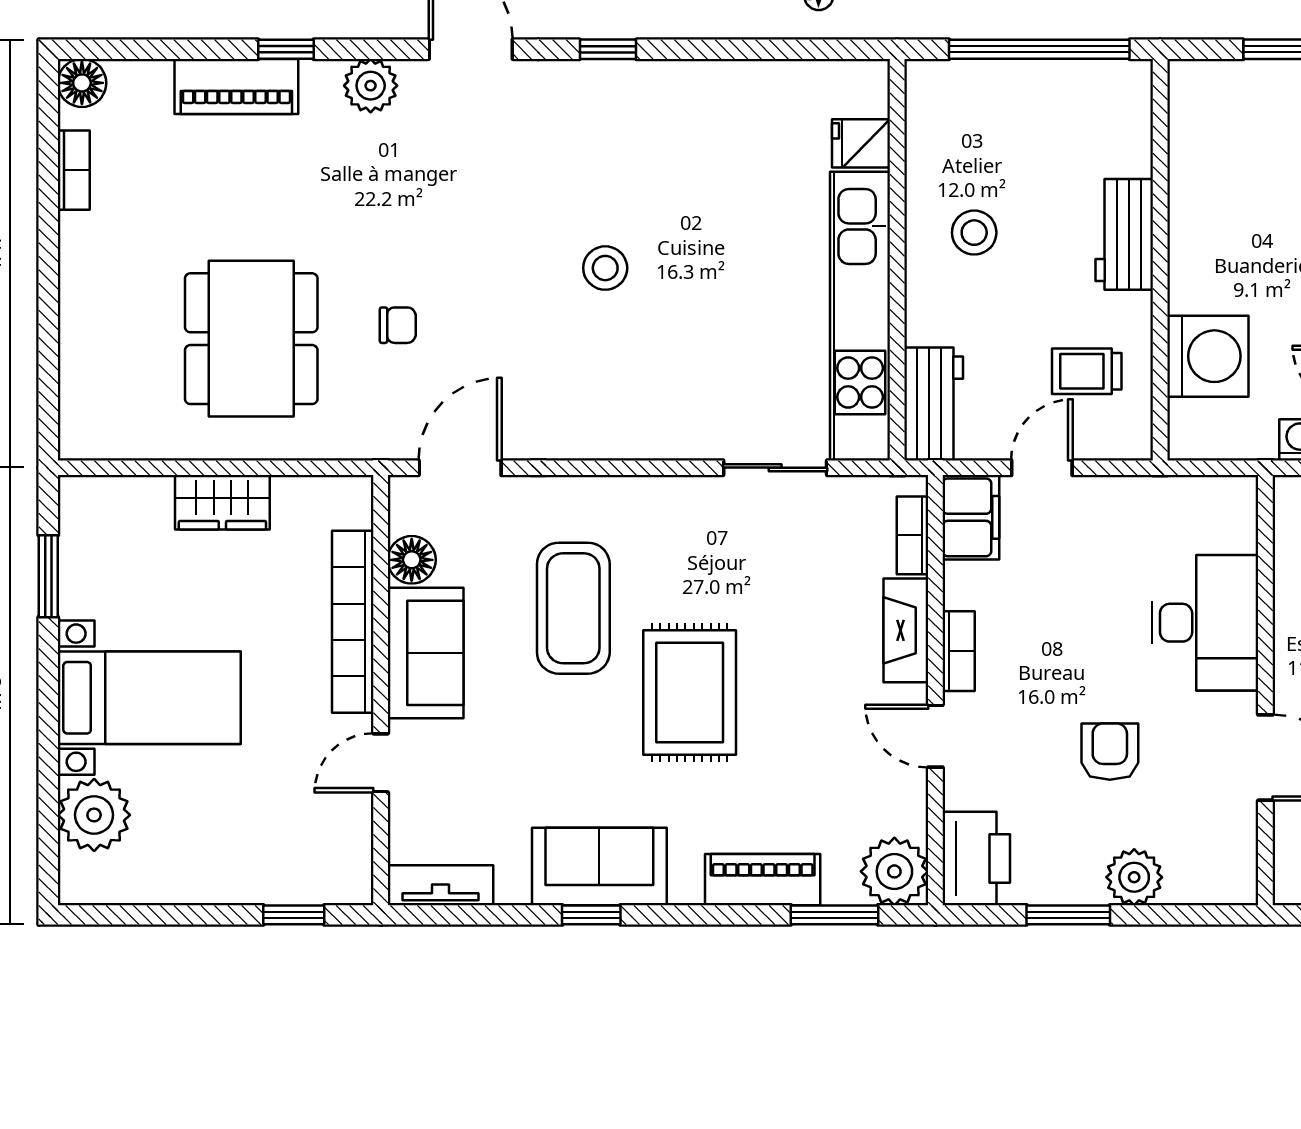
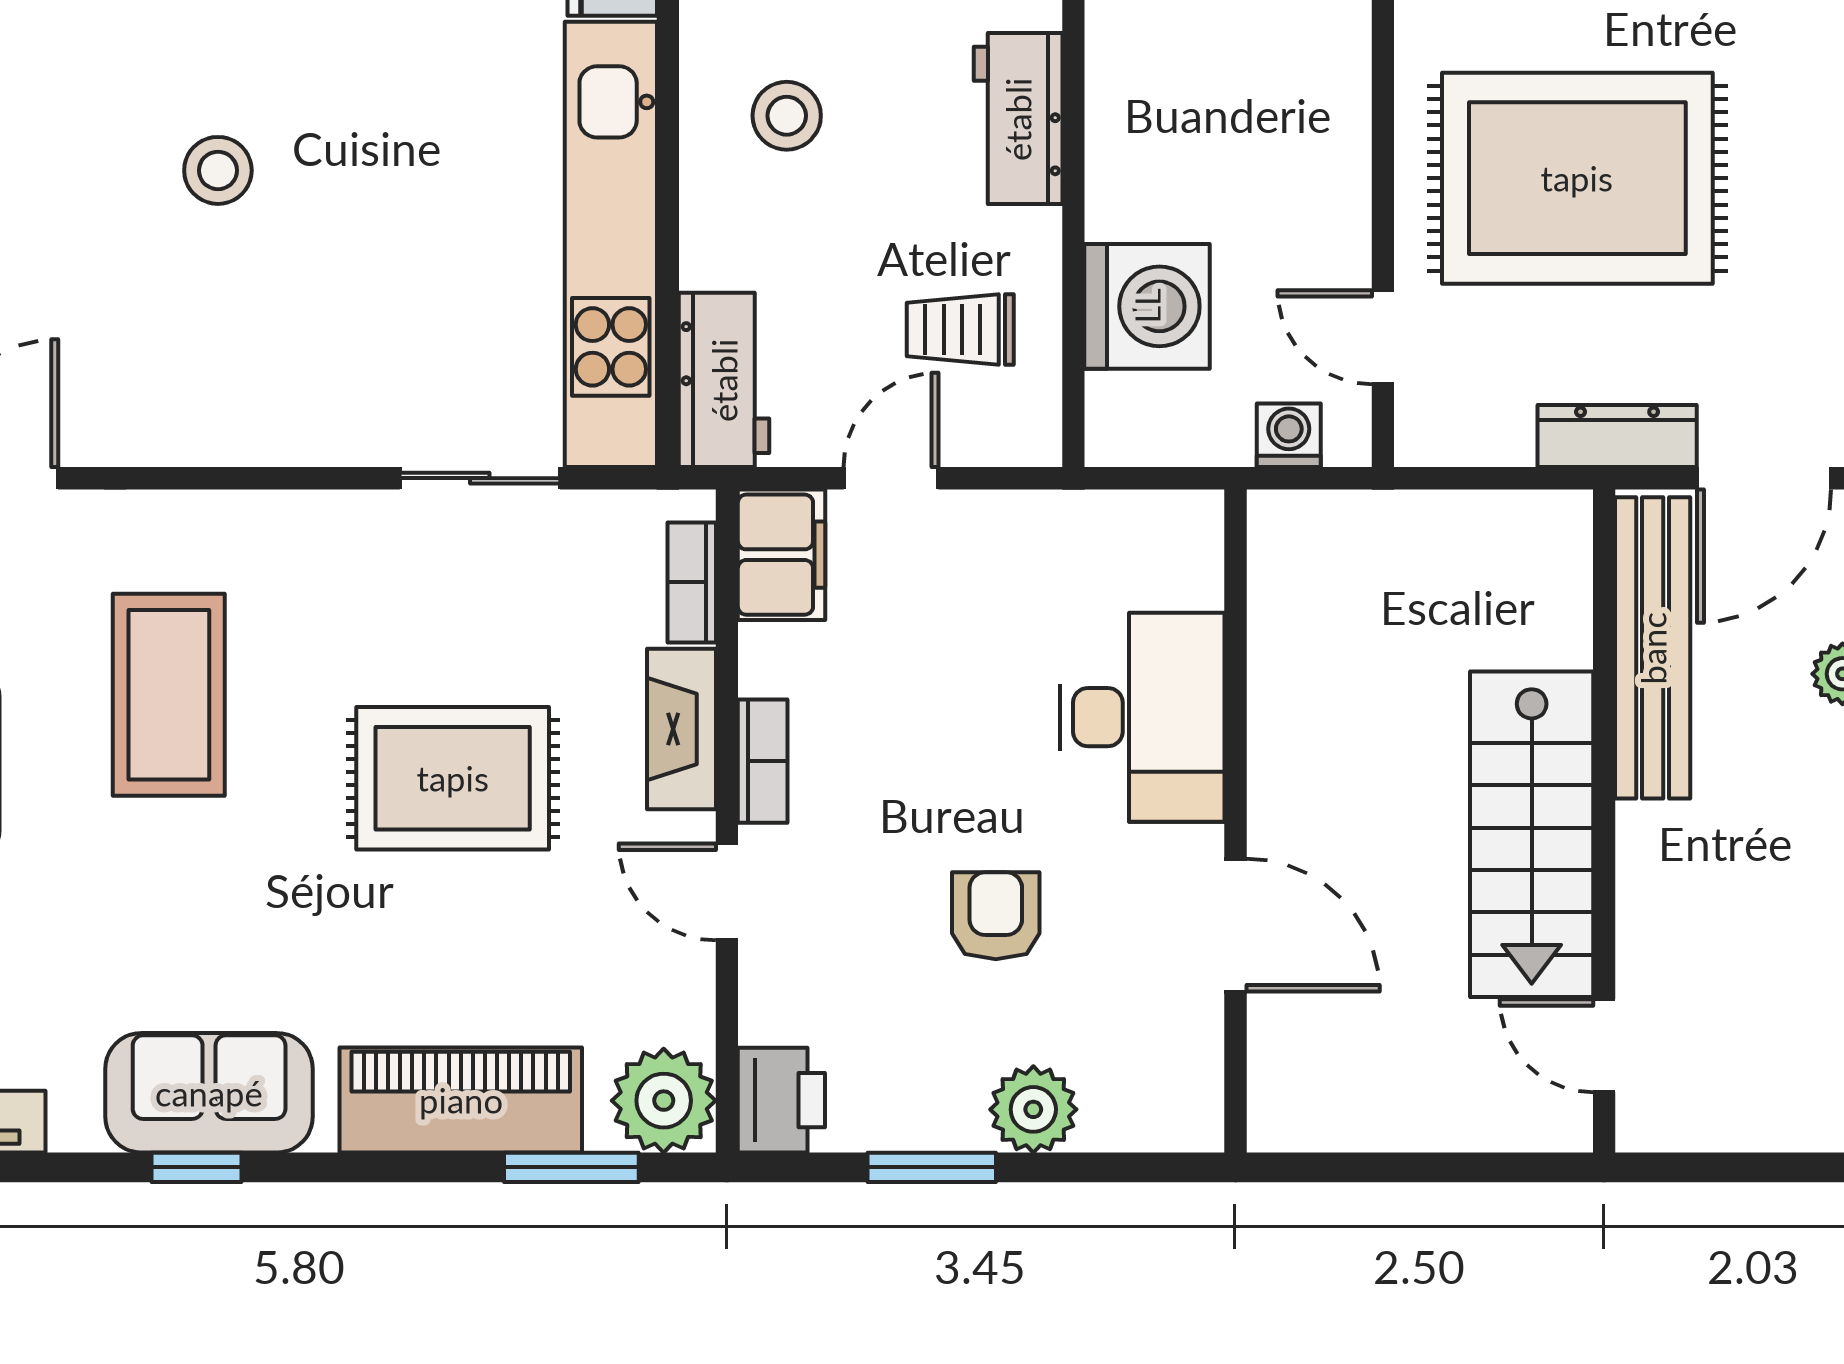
rug: (690, 693) -> (453, 778), moved, turned 90
printer: (976, 858) -> (781, 1100), width x0.73, depth x0.84
piano: (763, 880) -> (461, 1100), width x1.37, depth x1.33

